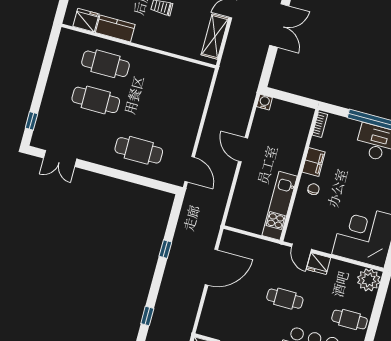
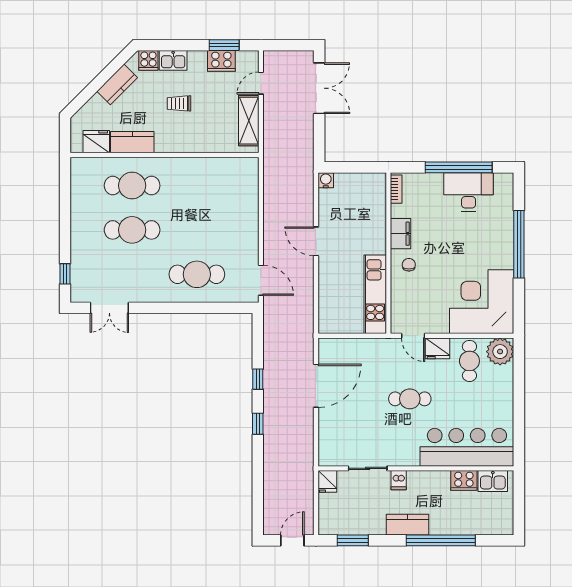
window: (147, 316) -> (258, 424), moved
cafe table: (350, 320) -> (469, 361), moved, turned 90

